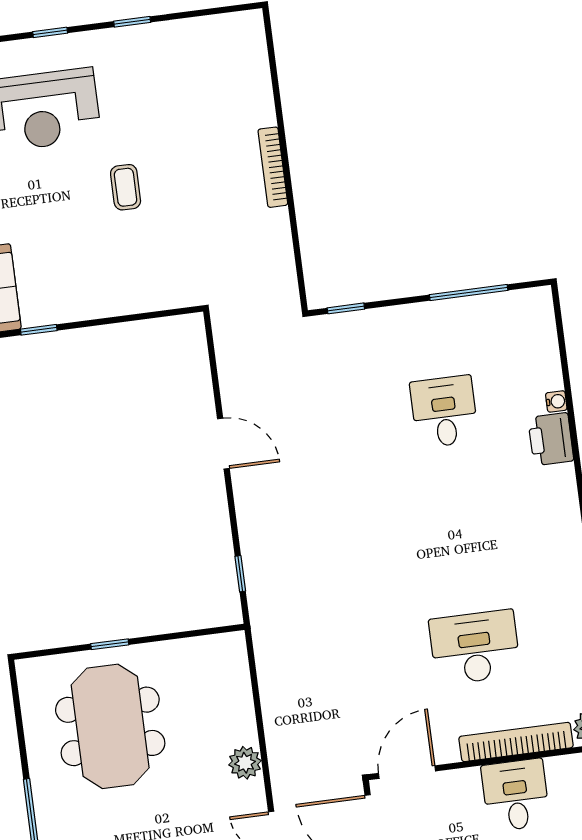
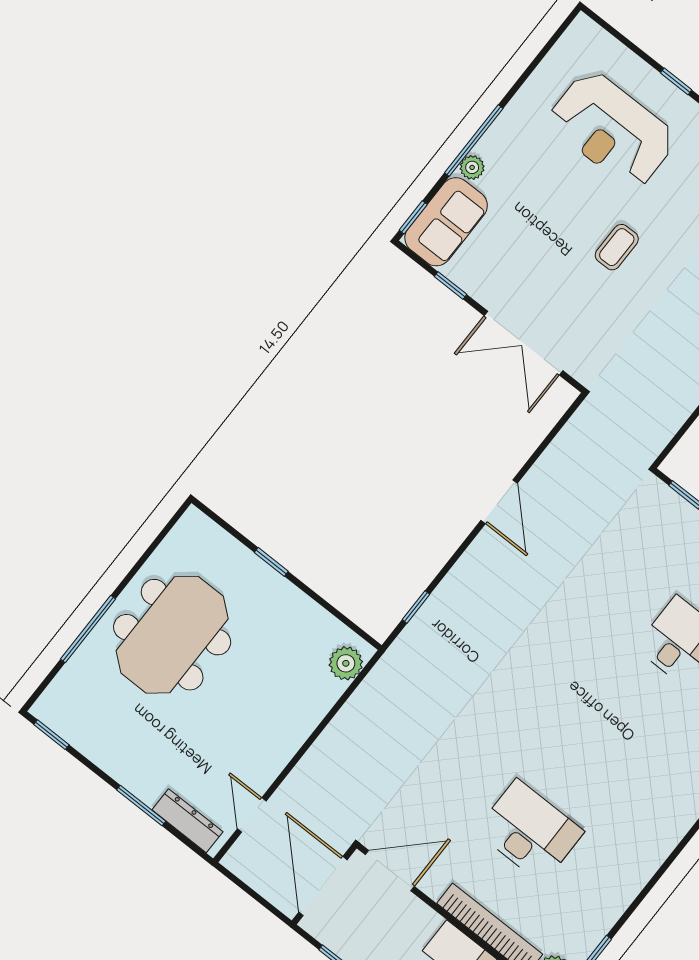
double door: (129, 318) -> (524, 343), added
meeting table: (110, 726) -> (172, 635), moved
plant: (245, 763) -> (346, 663), moved

